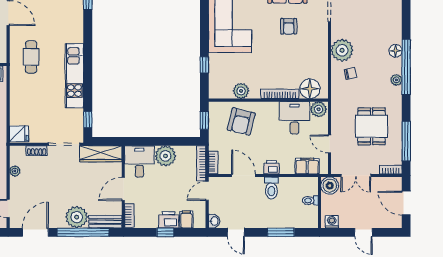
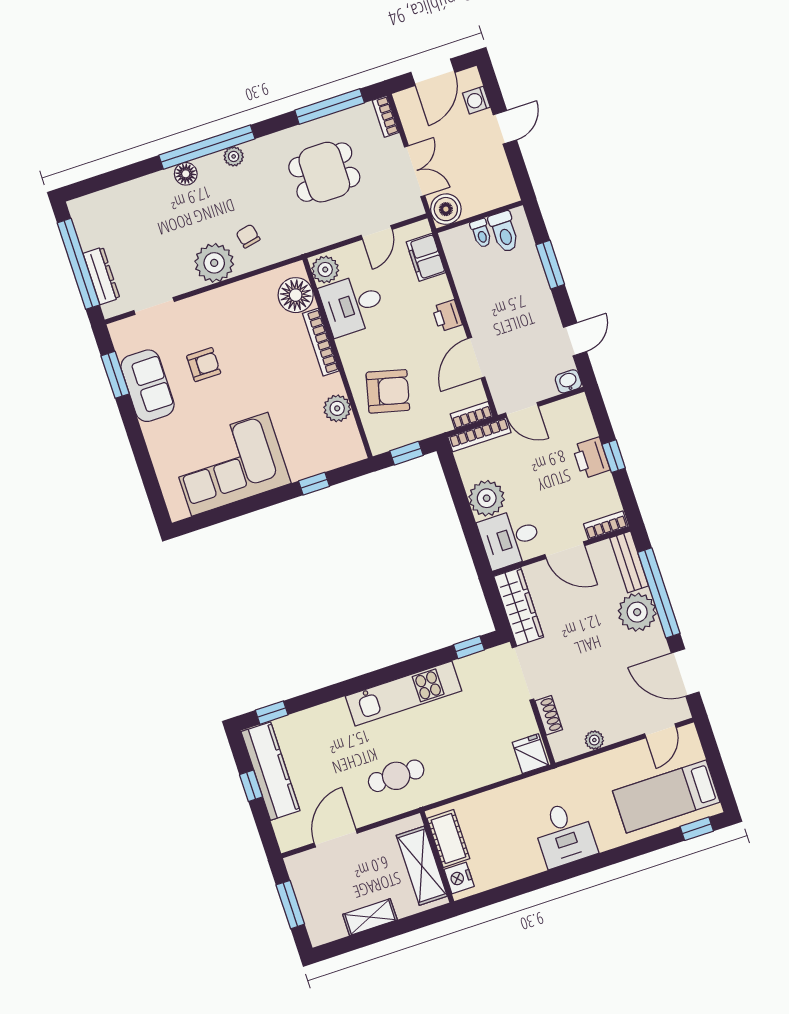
toilet: (271, 188) -> (504, 232), moved, turned 90
filing cabinet: (186, 219) -> (581, 429), removed
washing machine: (332, 222) -> (476, 100), moved

